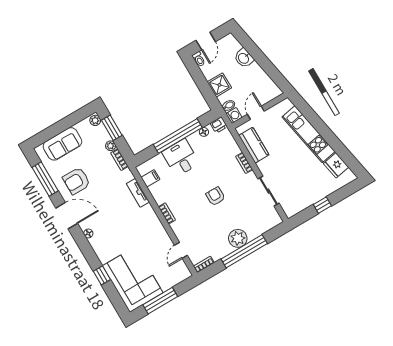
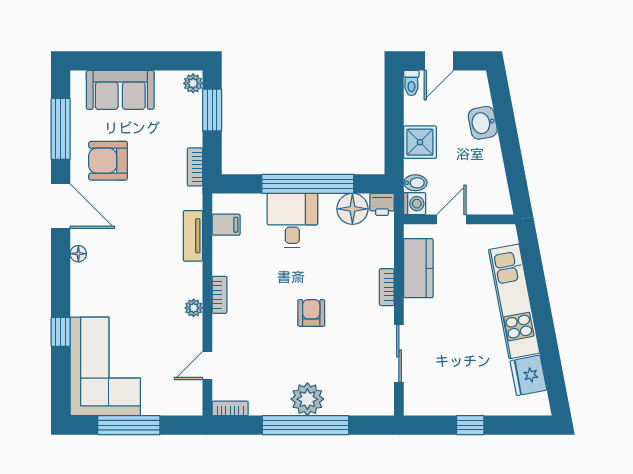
floor lamp: (204, 132) -> (352, 209), width x1.89, depth x1.89
plant: (111, 146) -> (194, 308), moved

